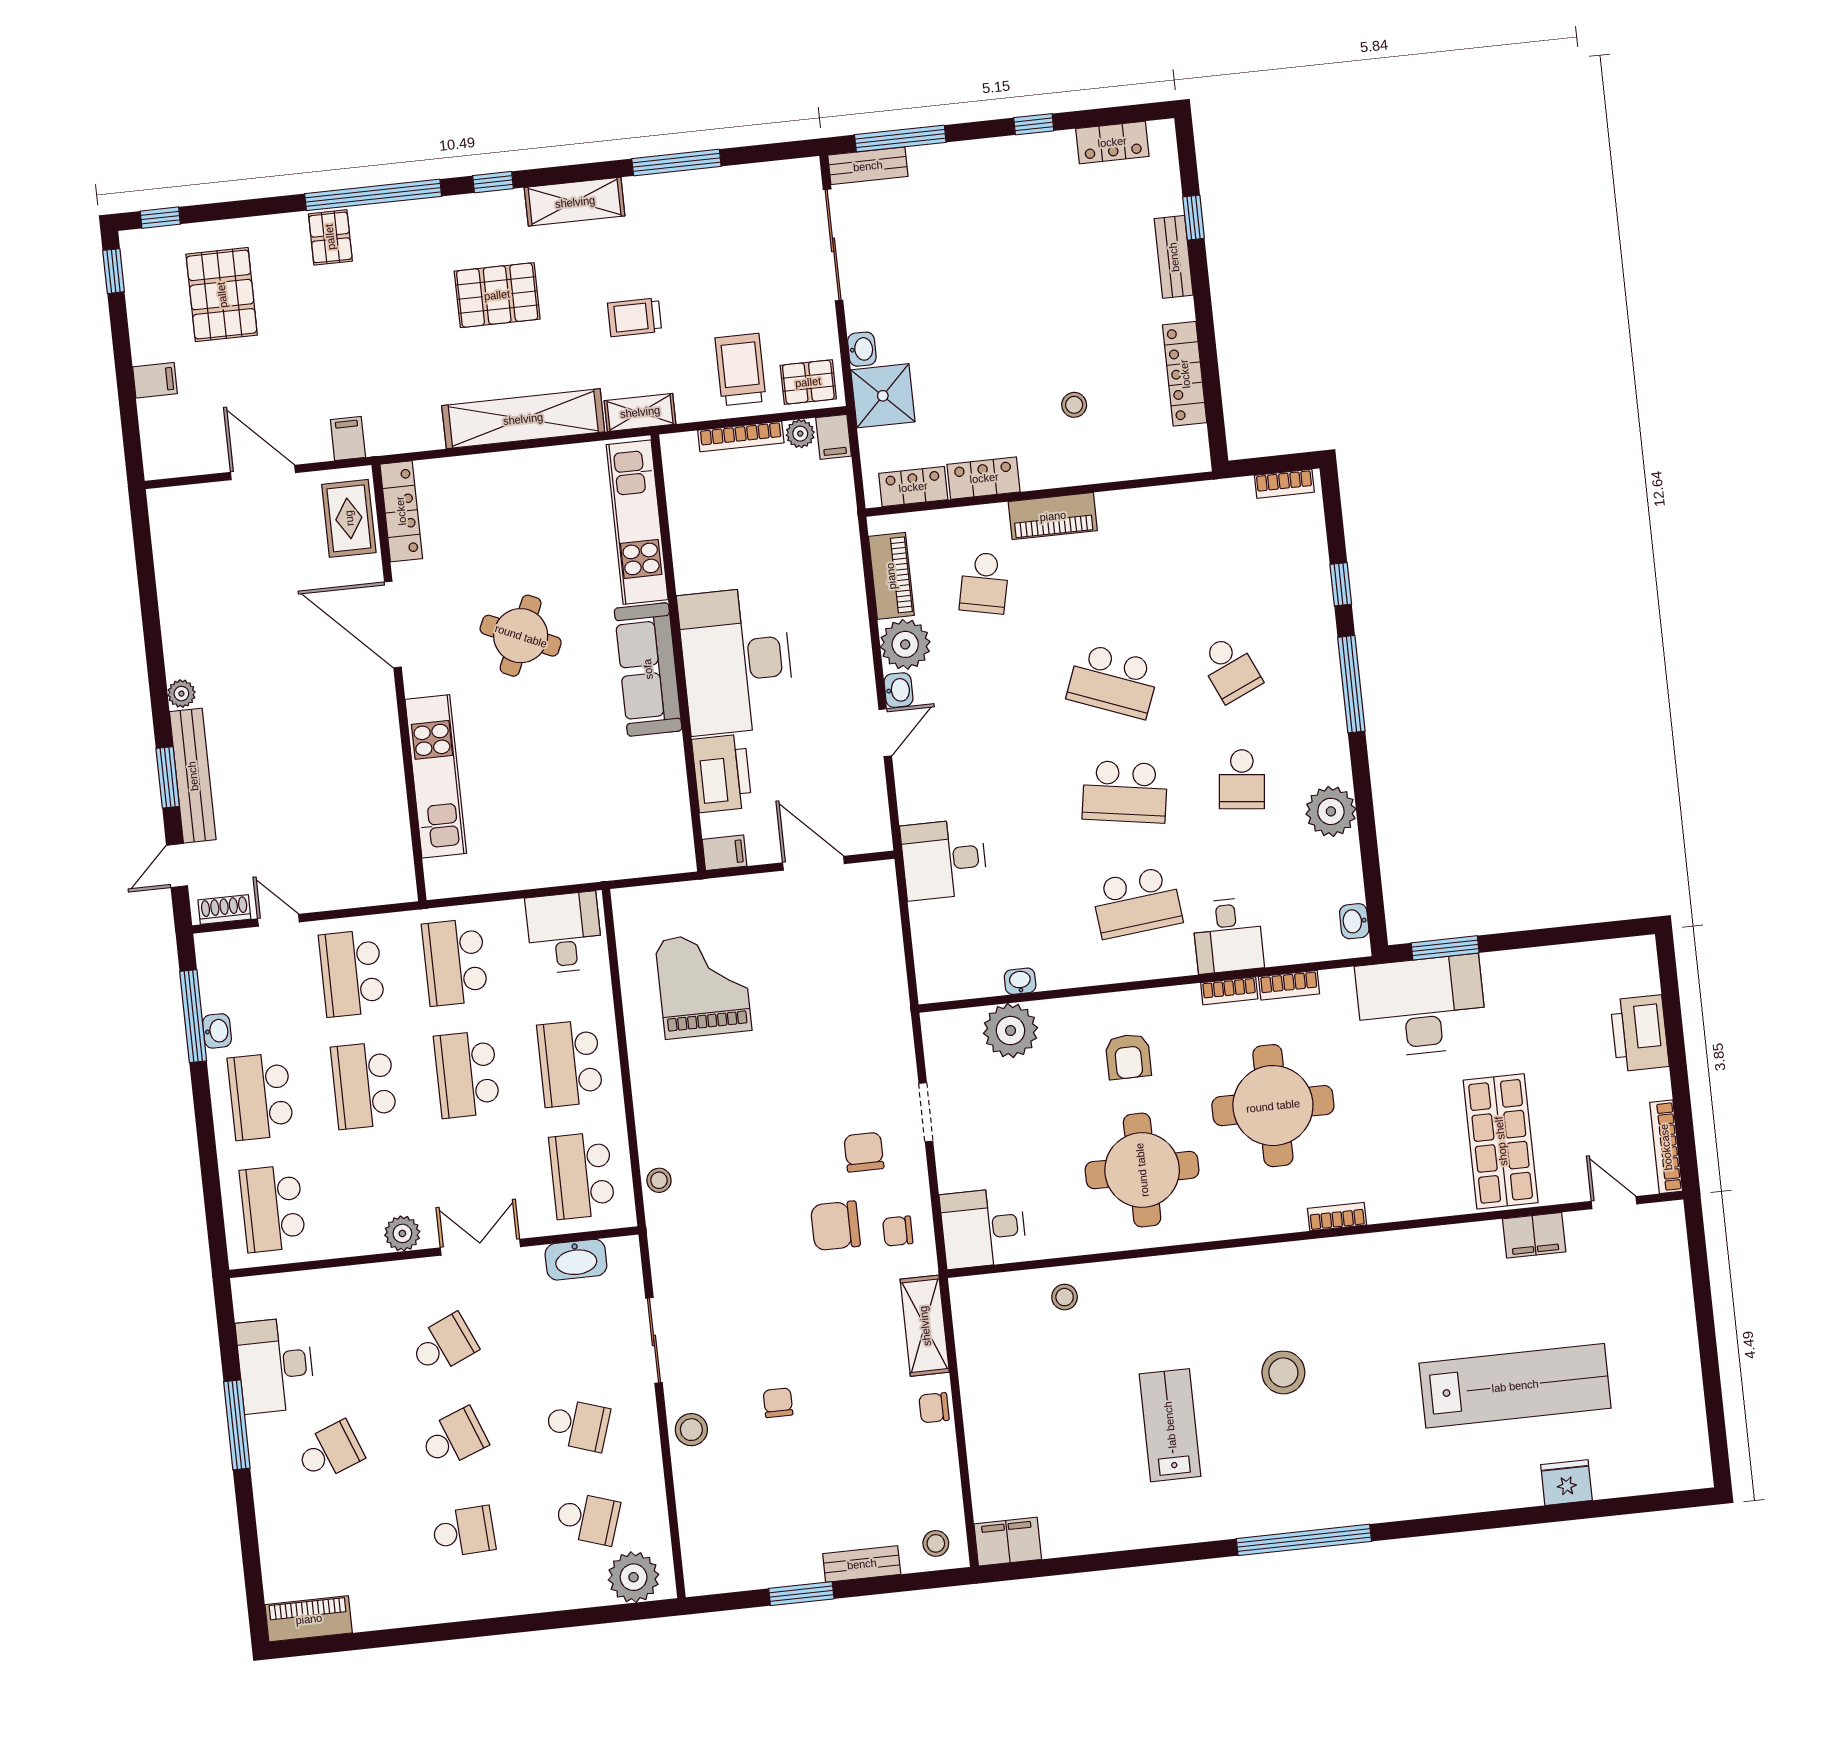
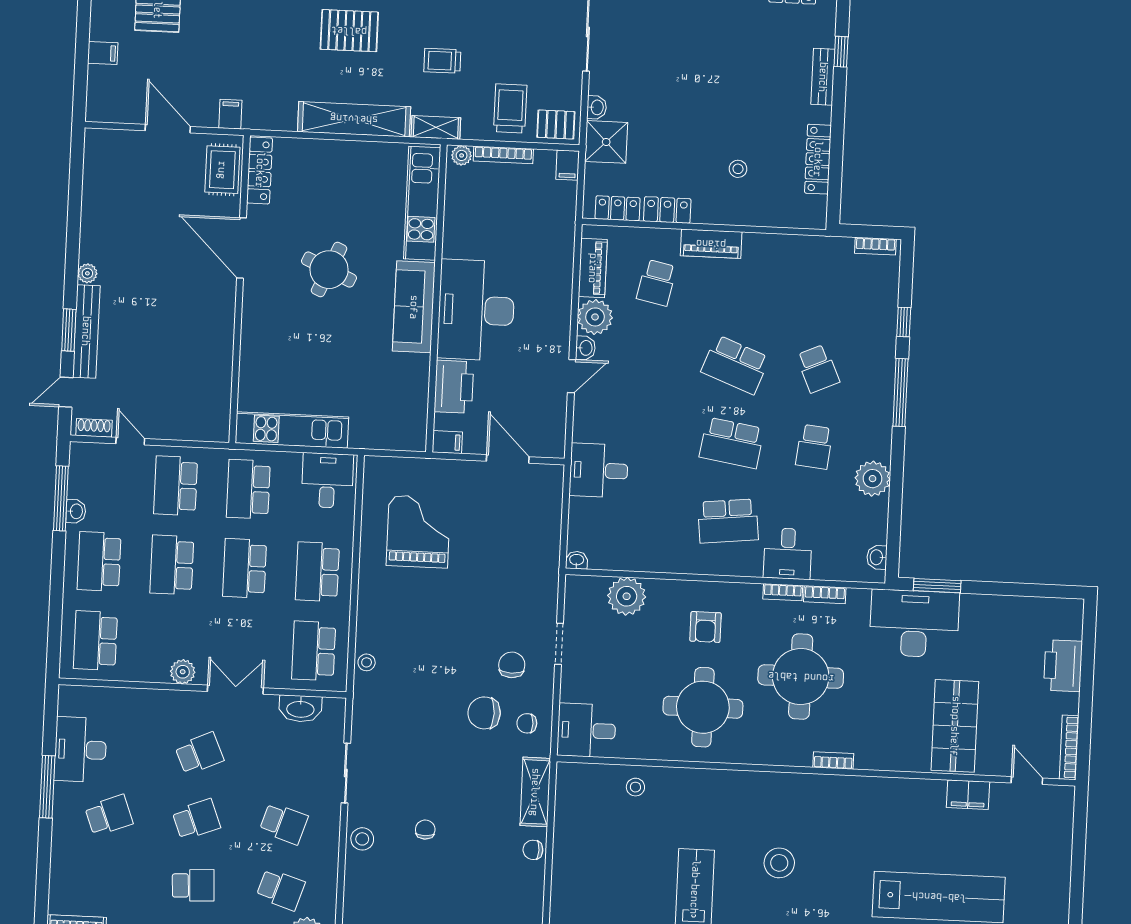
plant: (800, 434) -> (462, 155), moved
kitchen unit: (436, 776) -> (292, 430), moved, turned -90
washbasin: (1020, 981) -> (577, 560), moved

